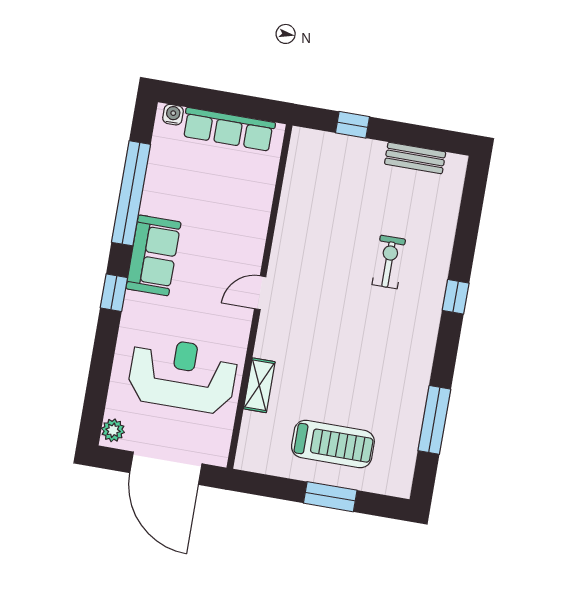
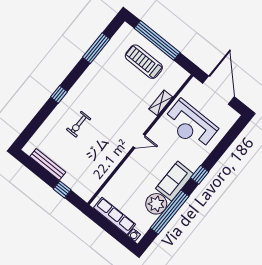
bench: (415, 158) -> (48, 164), width x1.36
plant: (113, 430) -> (156, 204), moved, width x1.87, depth x1.87
window: (330, 497) -> (157, 40), width x2.11

